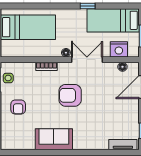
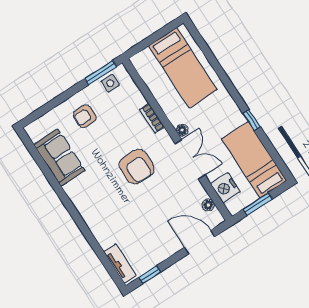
armchair: (70, 95) -> (137, 167), turned 180
sofa: (54, 139) -> (59, 158), moved

